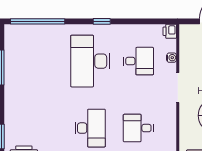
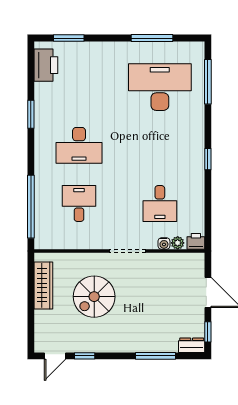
window: (38, 21) -> (208, 82), width x0.68
plant: (171, 46) -> (178, 243), added
desk: (90, 61) -> (160, 87), moved

